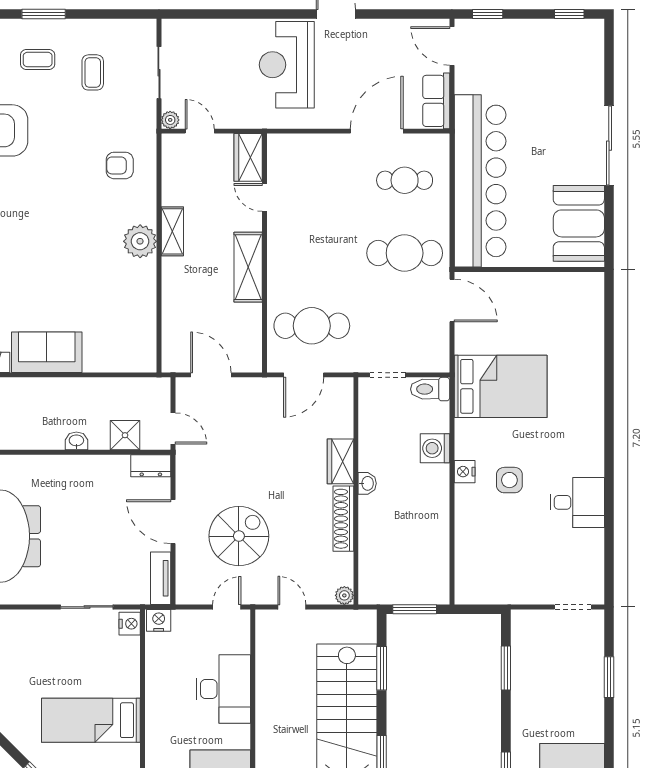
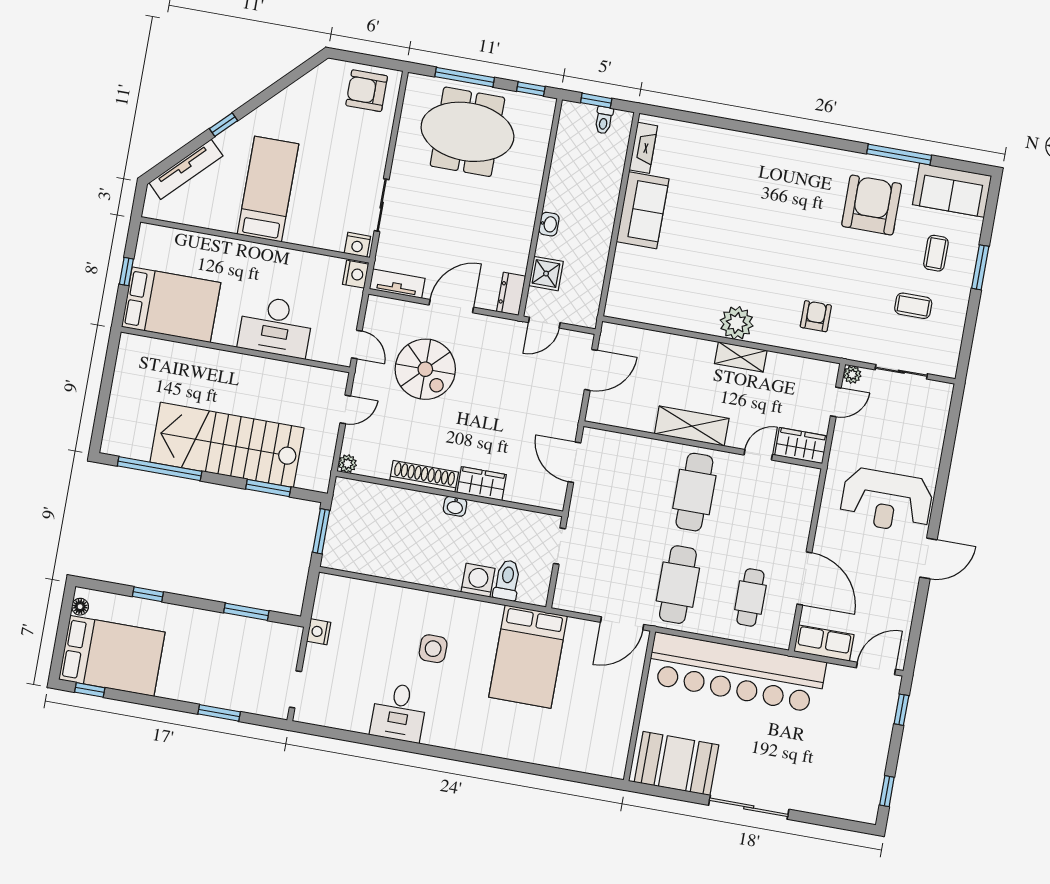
reception desk: (287, 65) -> (887, 500), turned 180
cafe table: (312, 326) -> (694, 492), moved
toilet: (430, 389) -> (507, 580), moved
nightstand: (465, 472) -> (319, 632), moved, turned -90

